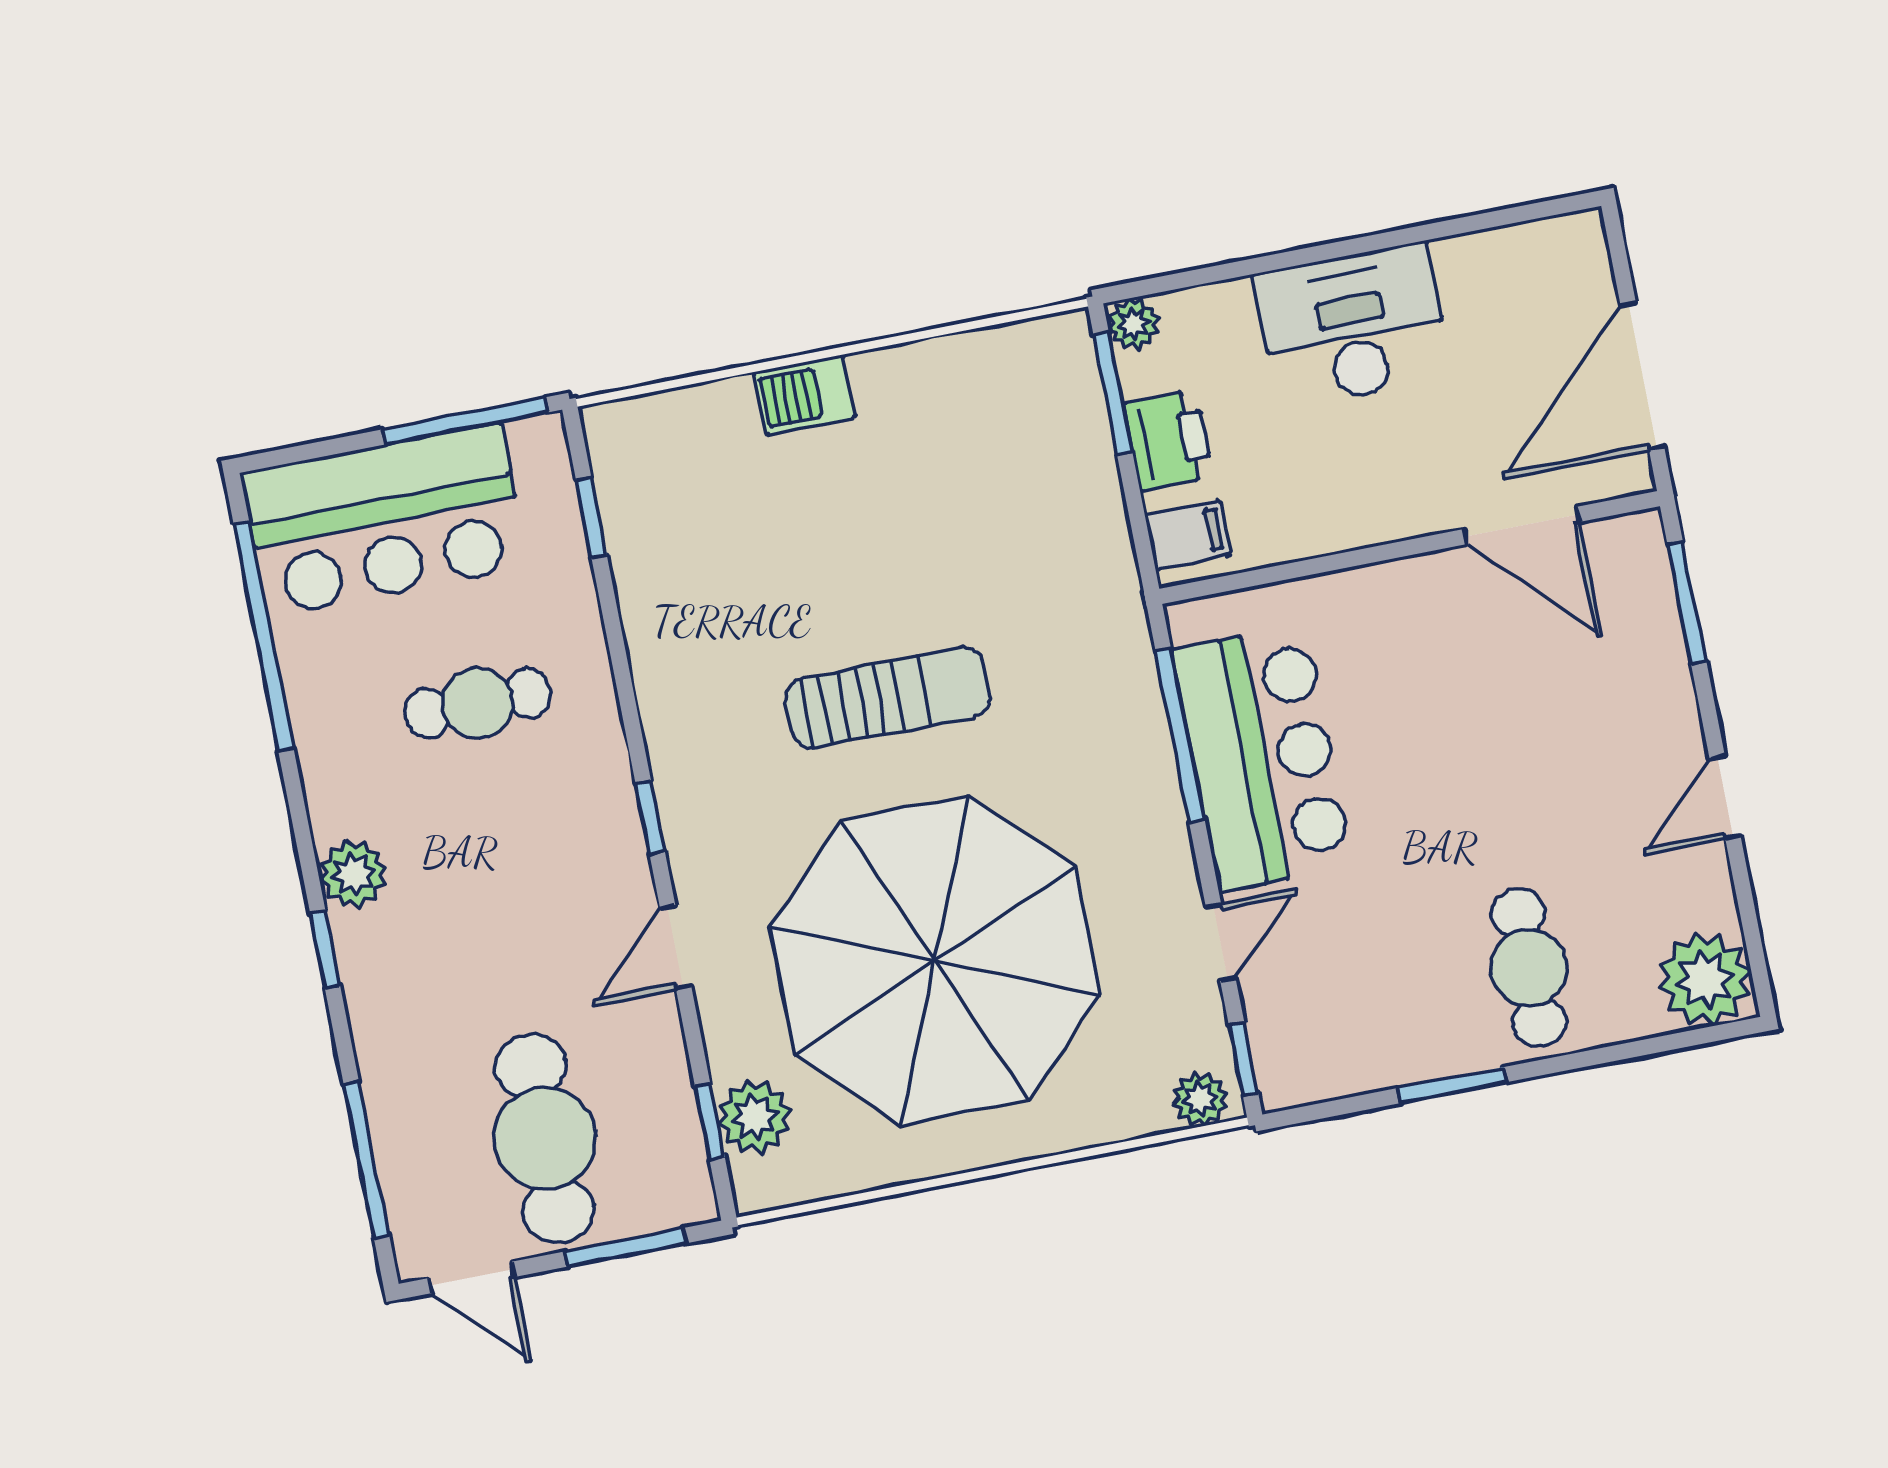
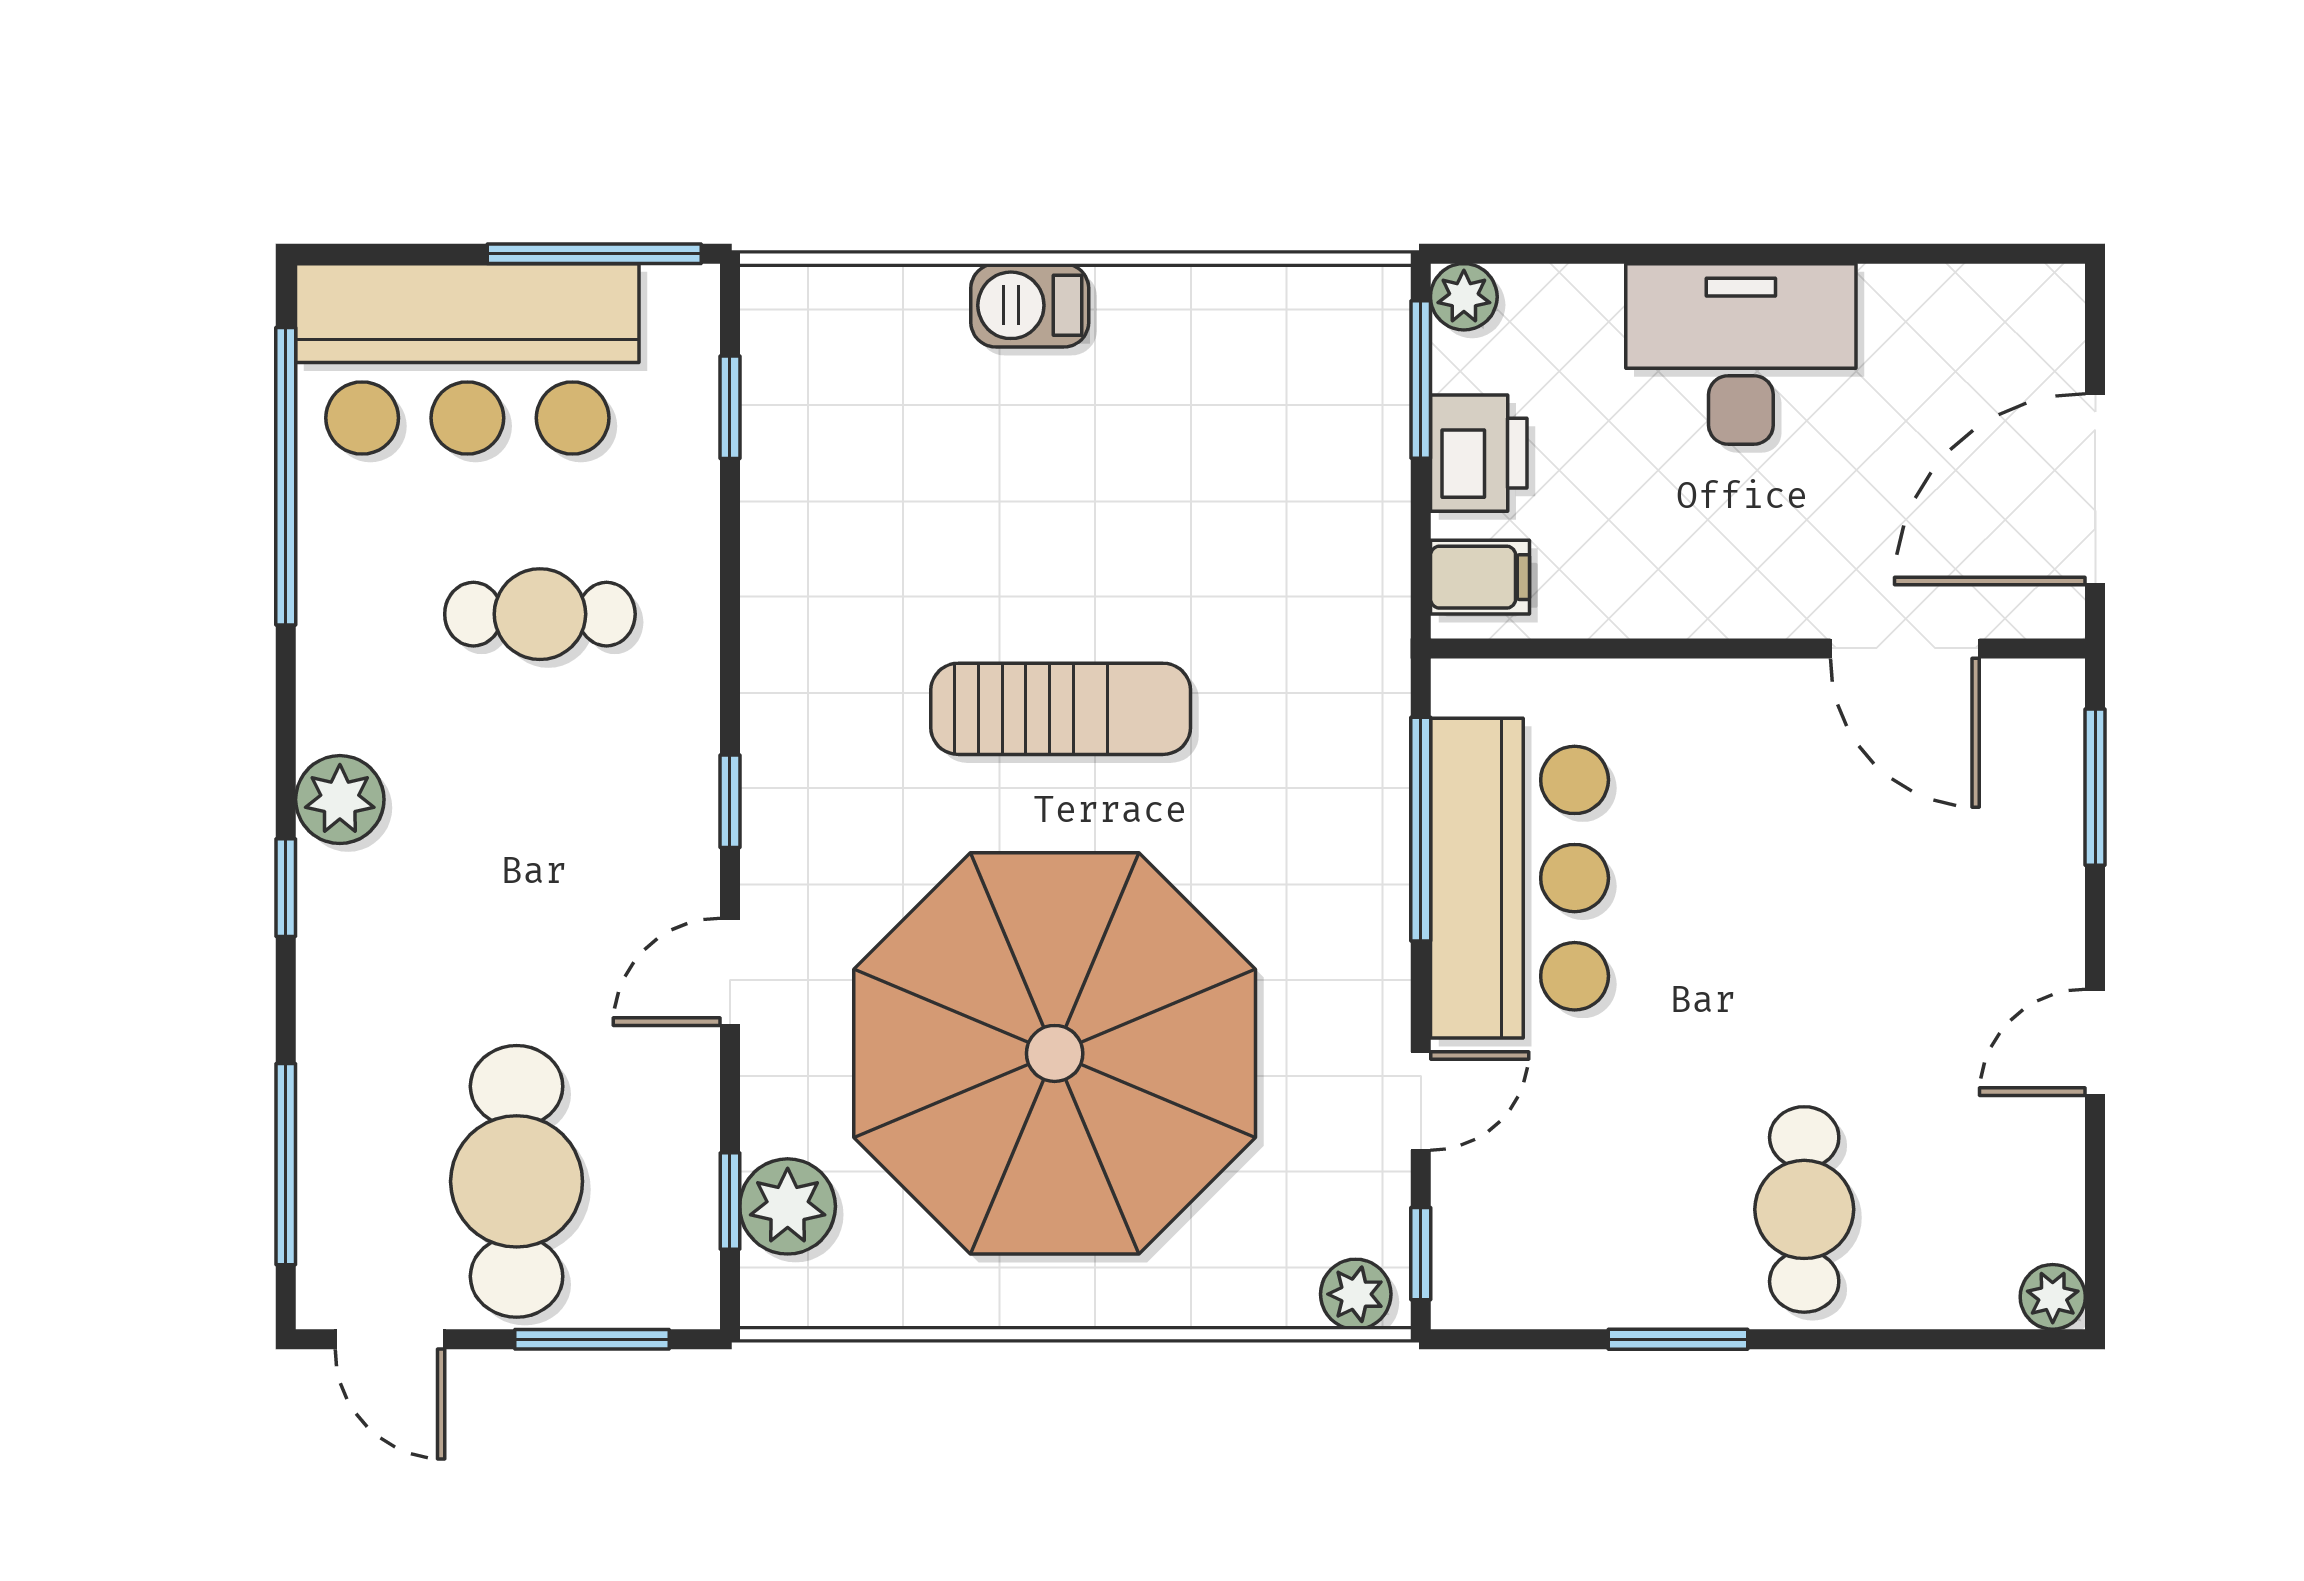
plant: (1705, 980) -> (2053, 1297), width x0.53, depth x0.53

